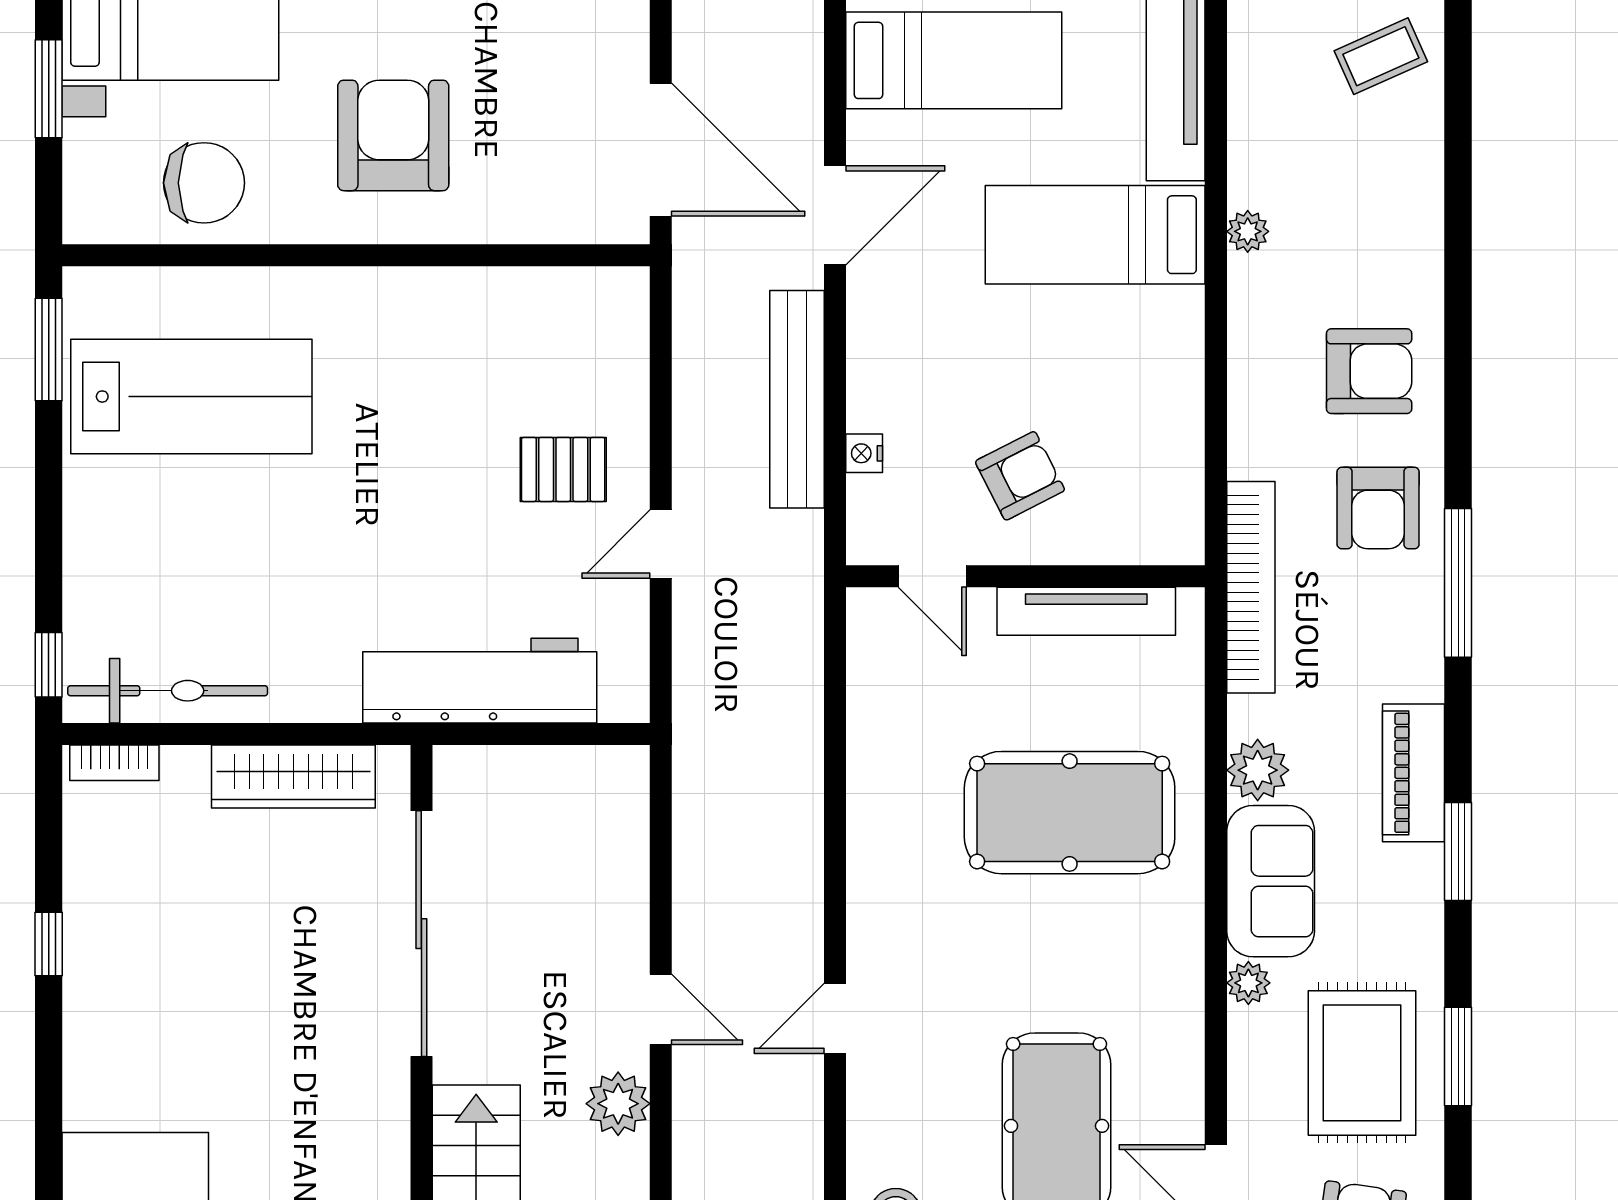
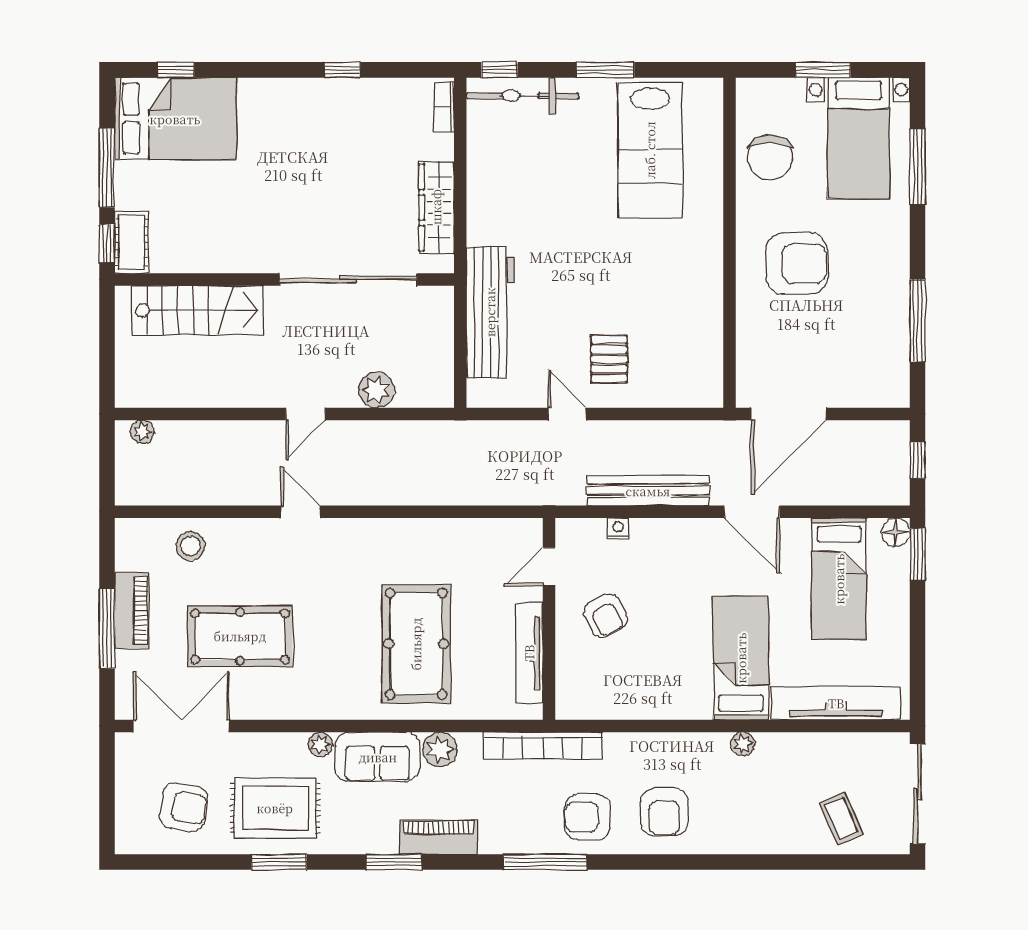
window: (49, 349) -> (605, 70), moved
bicycle: (168, 691) -> (523, 96), moved, turned 90
plant: (618, 1104) -> (376, 390), moved

